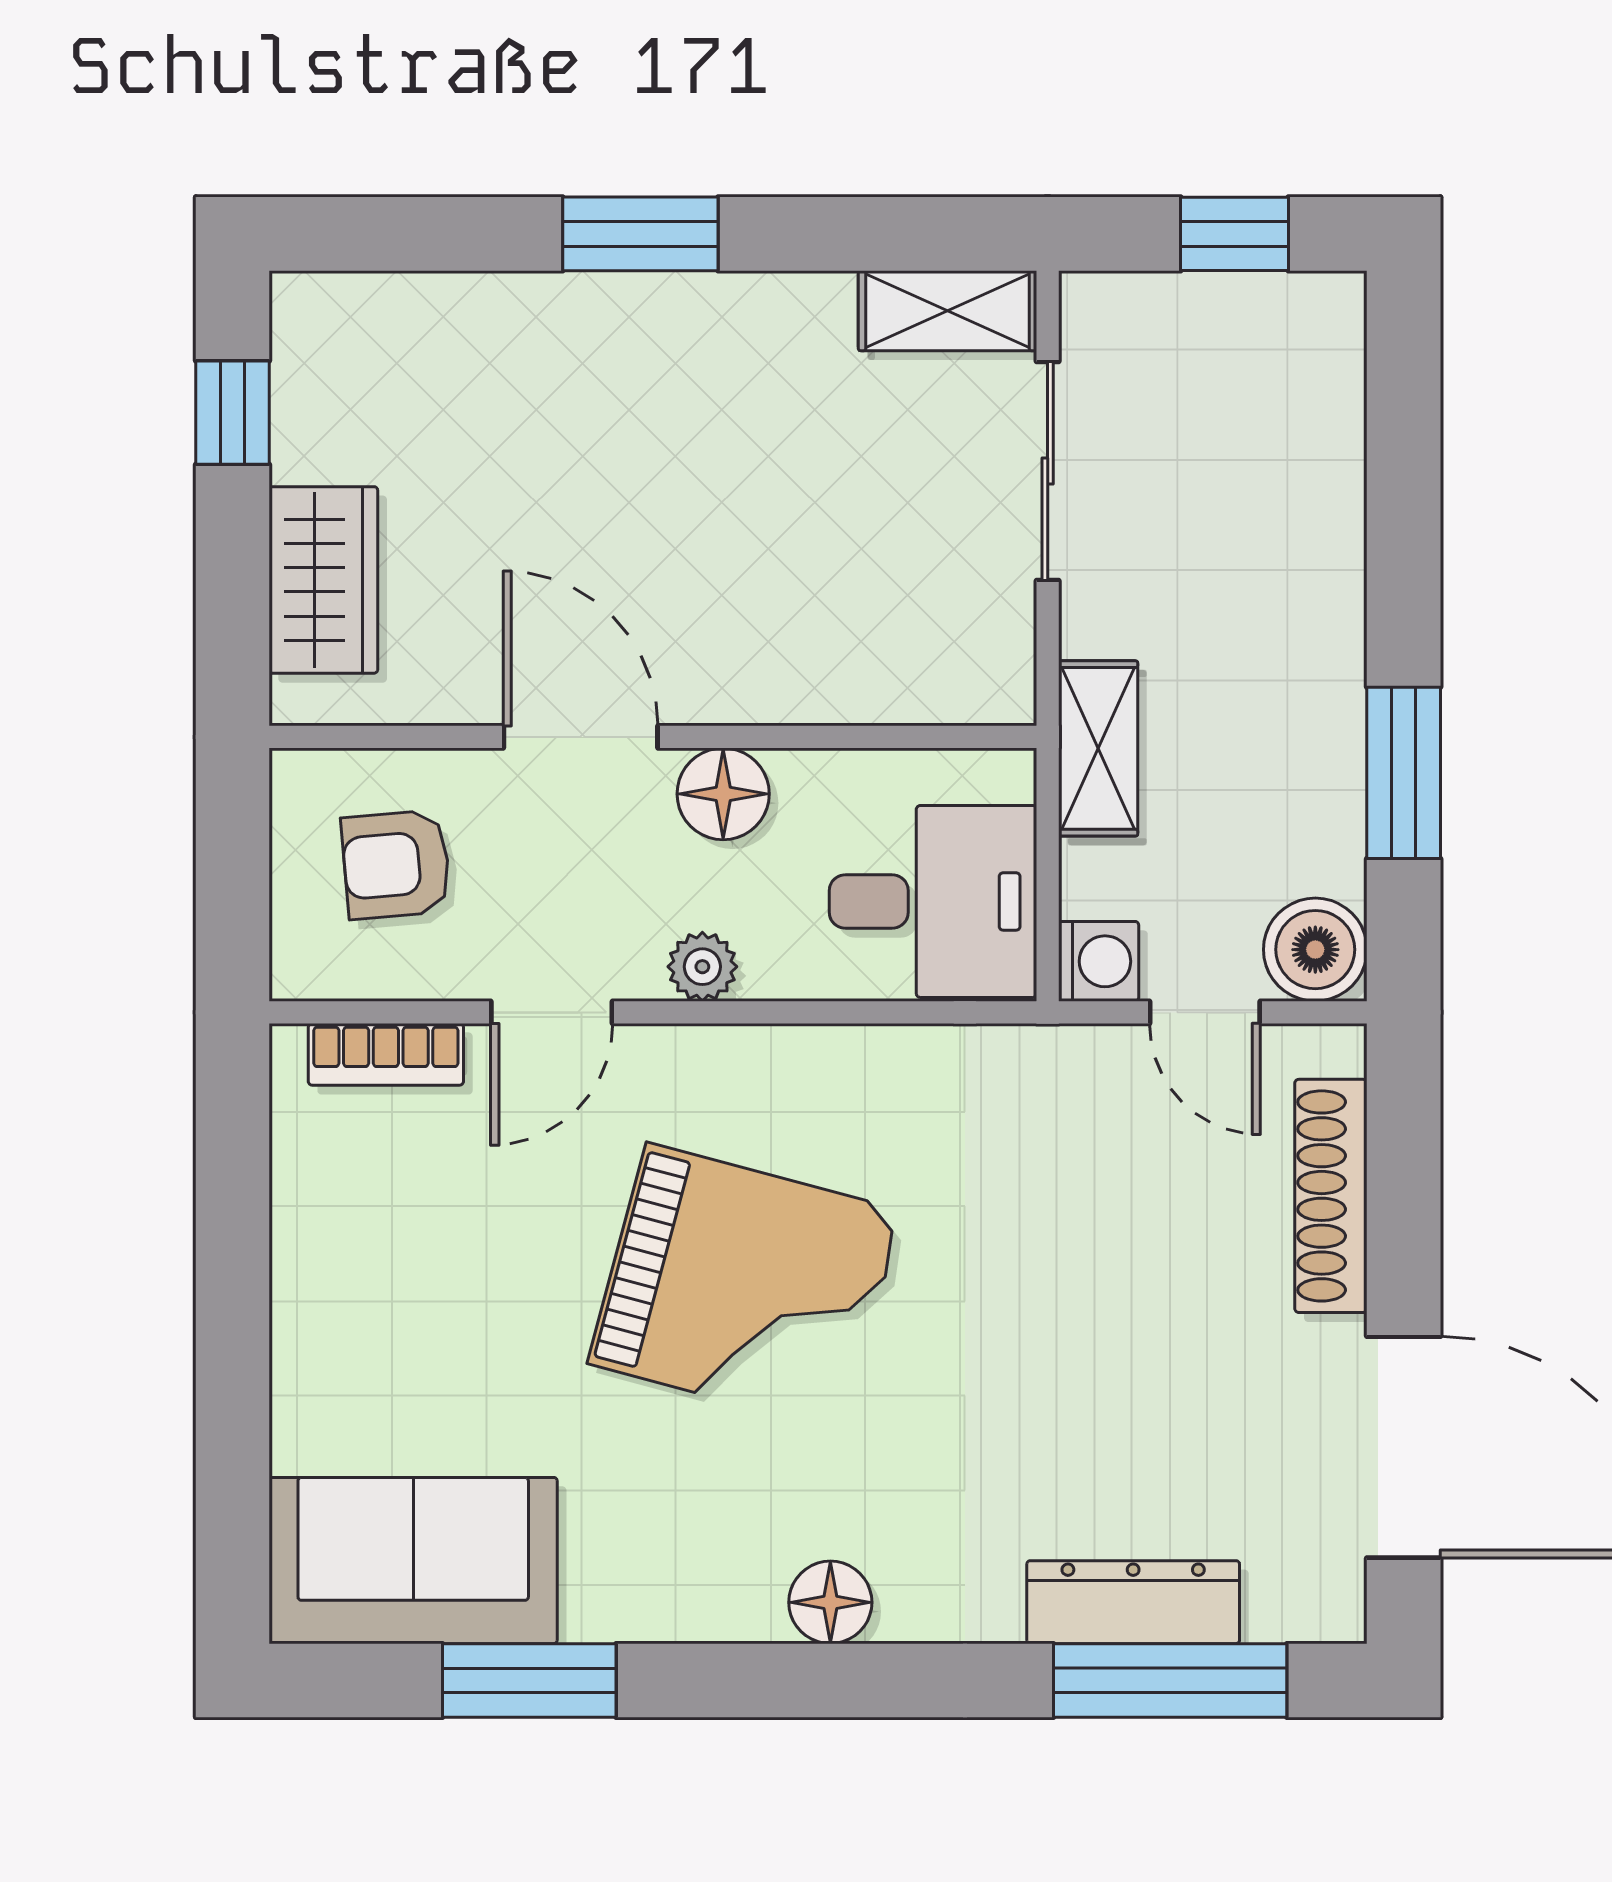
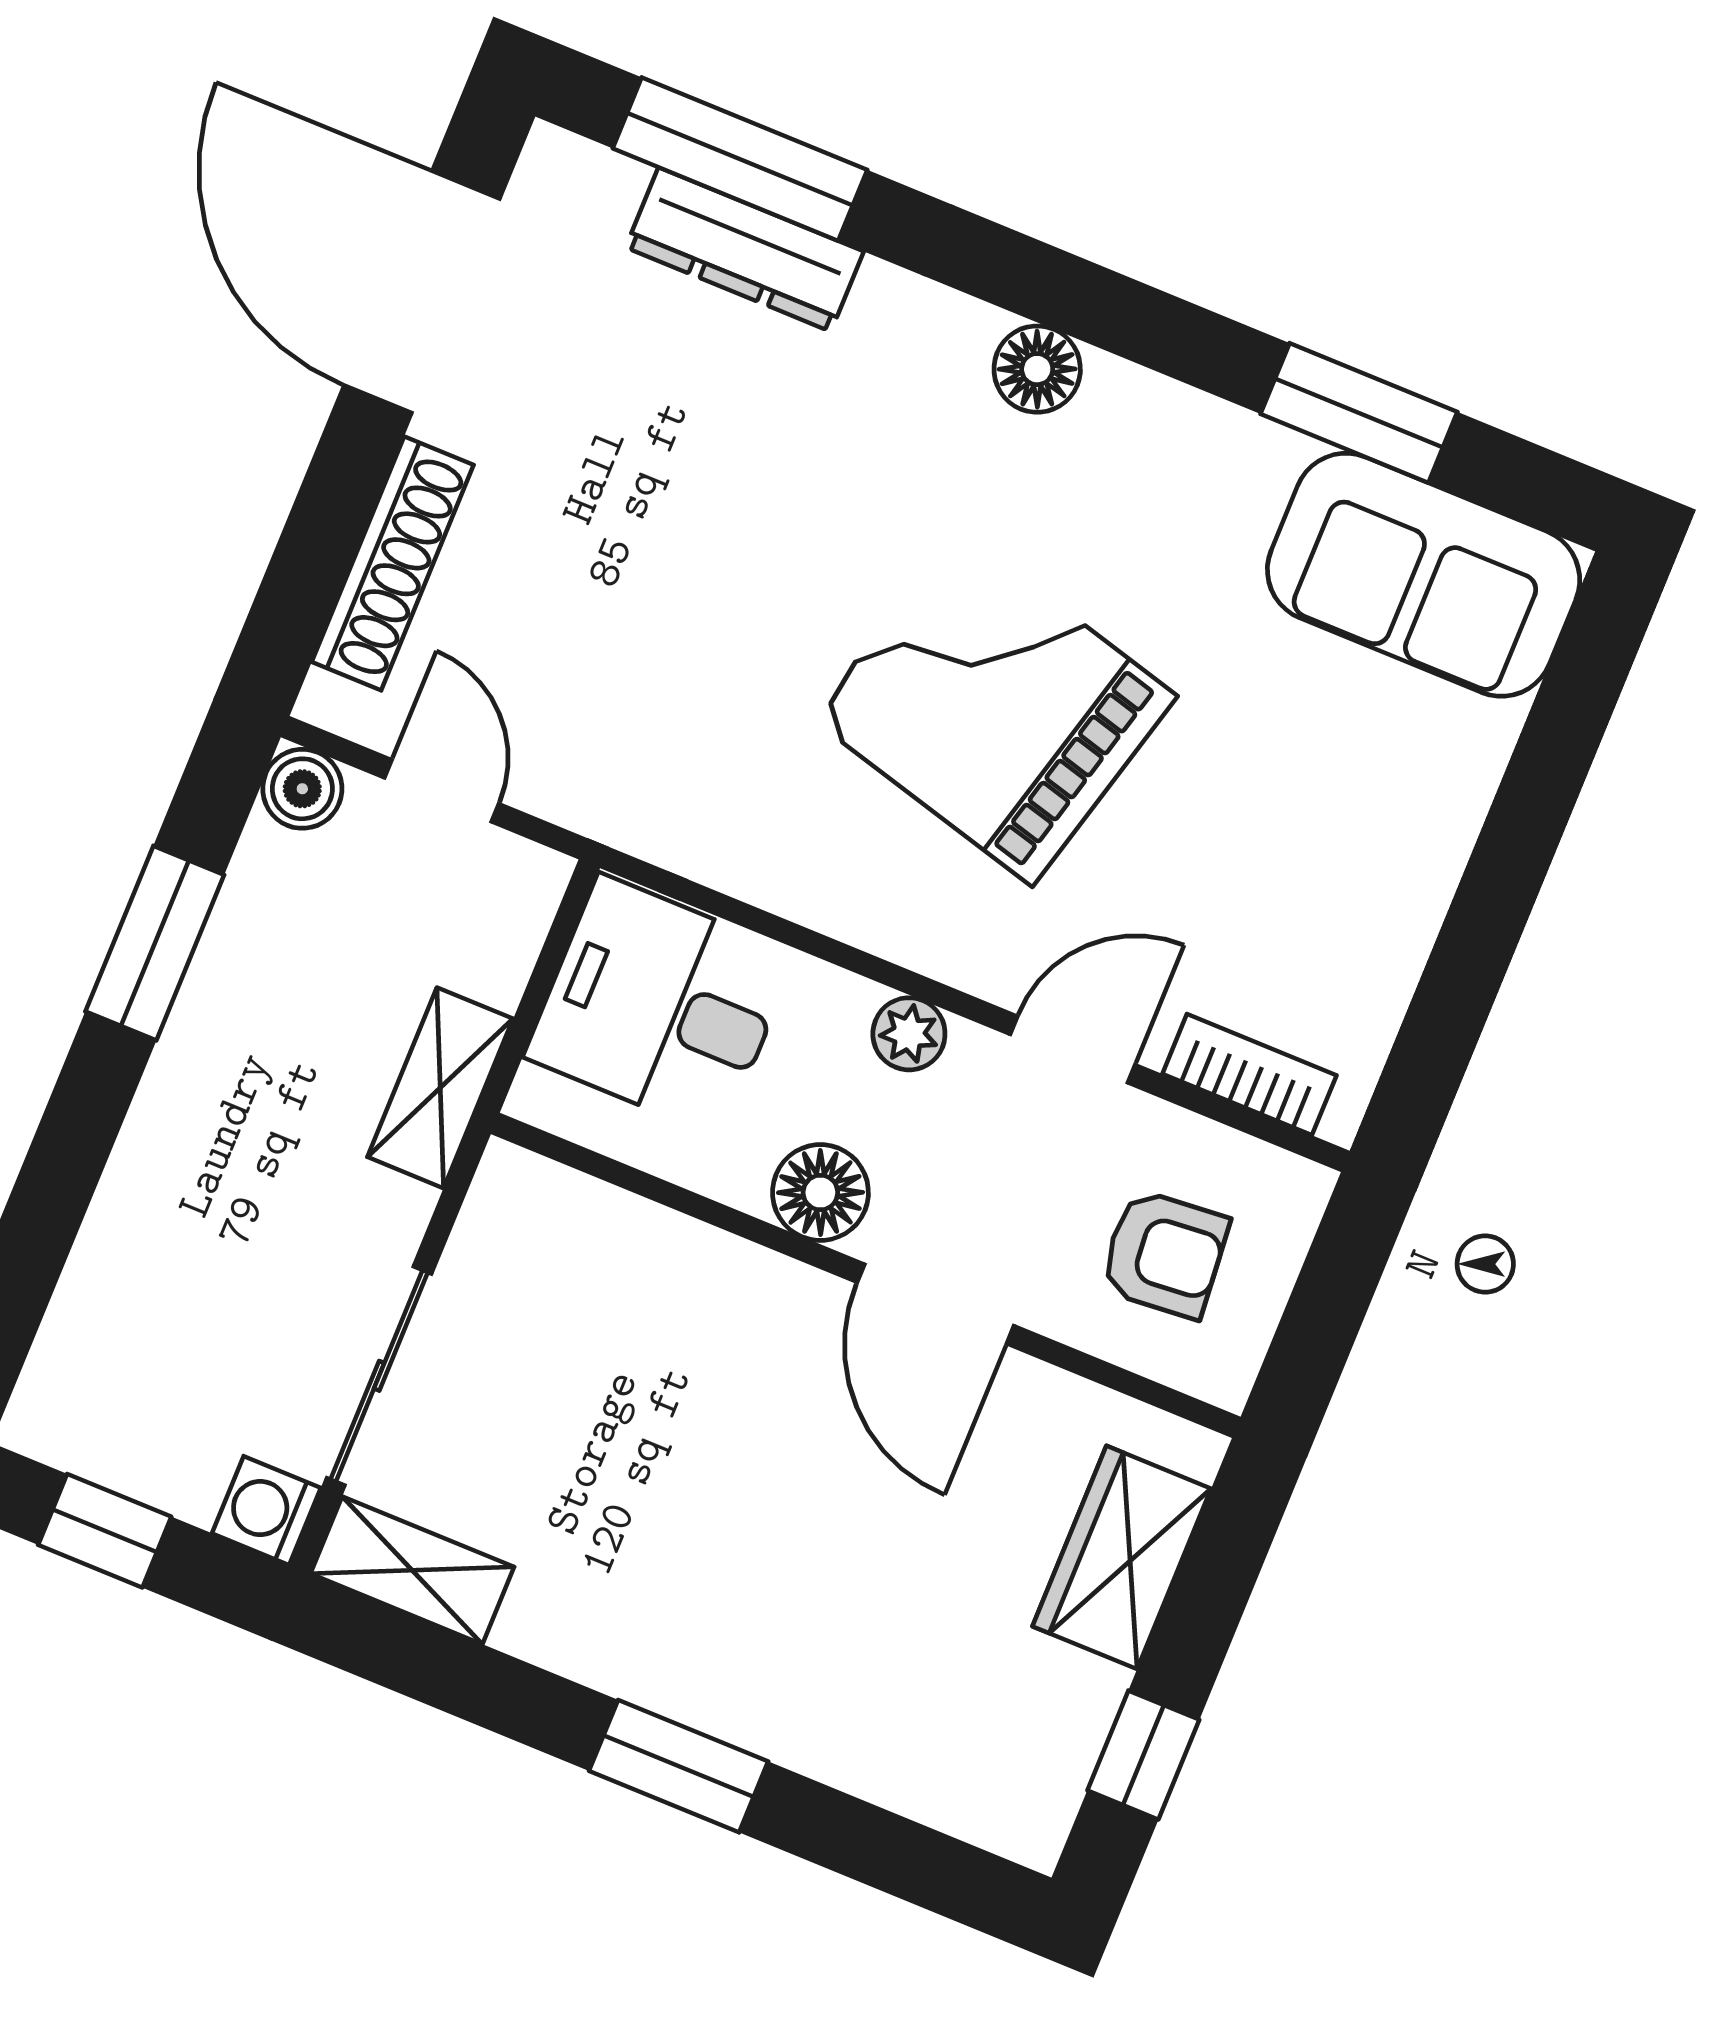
boiler: (1315, 950) -> (302, 789), width x0.73, depth x0.73
washing machine: (1099, 961) -> (266, 1511), moved

